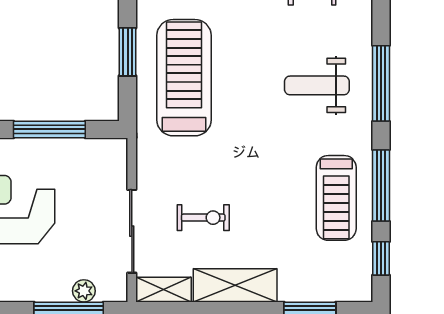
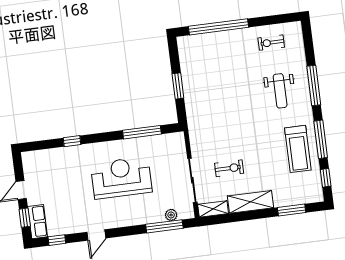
treadmill: (184, 78) -> (209, 96), removed
weight bench: (317, 85) -> (280, 91), turned -90

